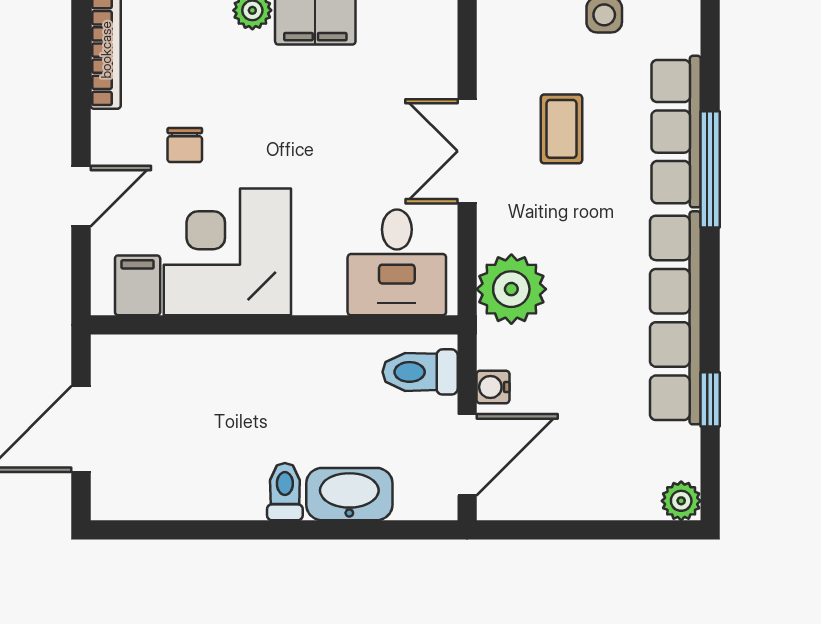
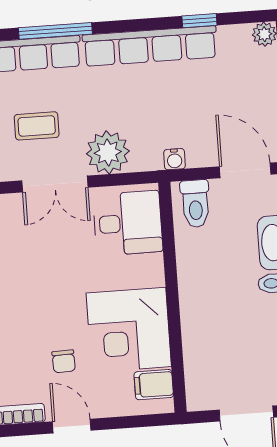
chair: (185, 145) -> (64, 361), turned 88
door: (81, 196) -> (72, 426), moved
plant: (511, 289) -> (108, 152), moved
water cooler: (493, 387) -> (174, 159), moved

